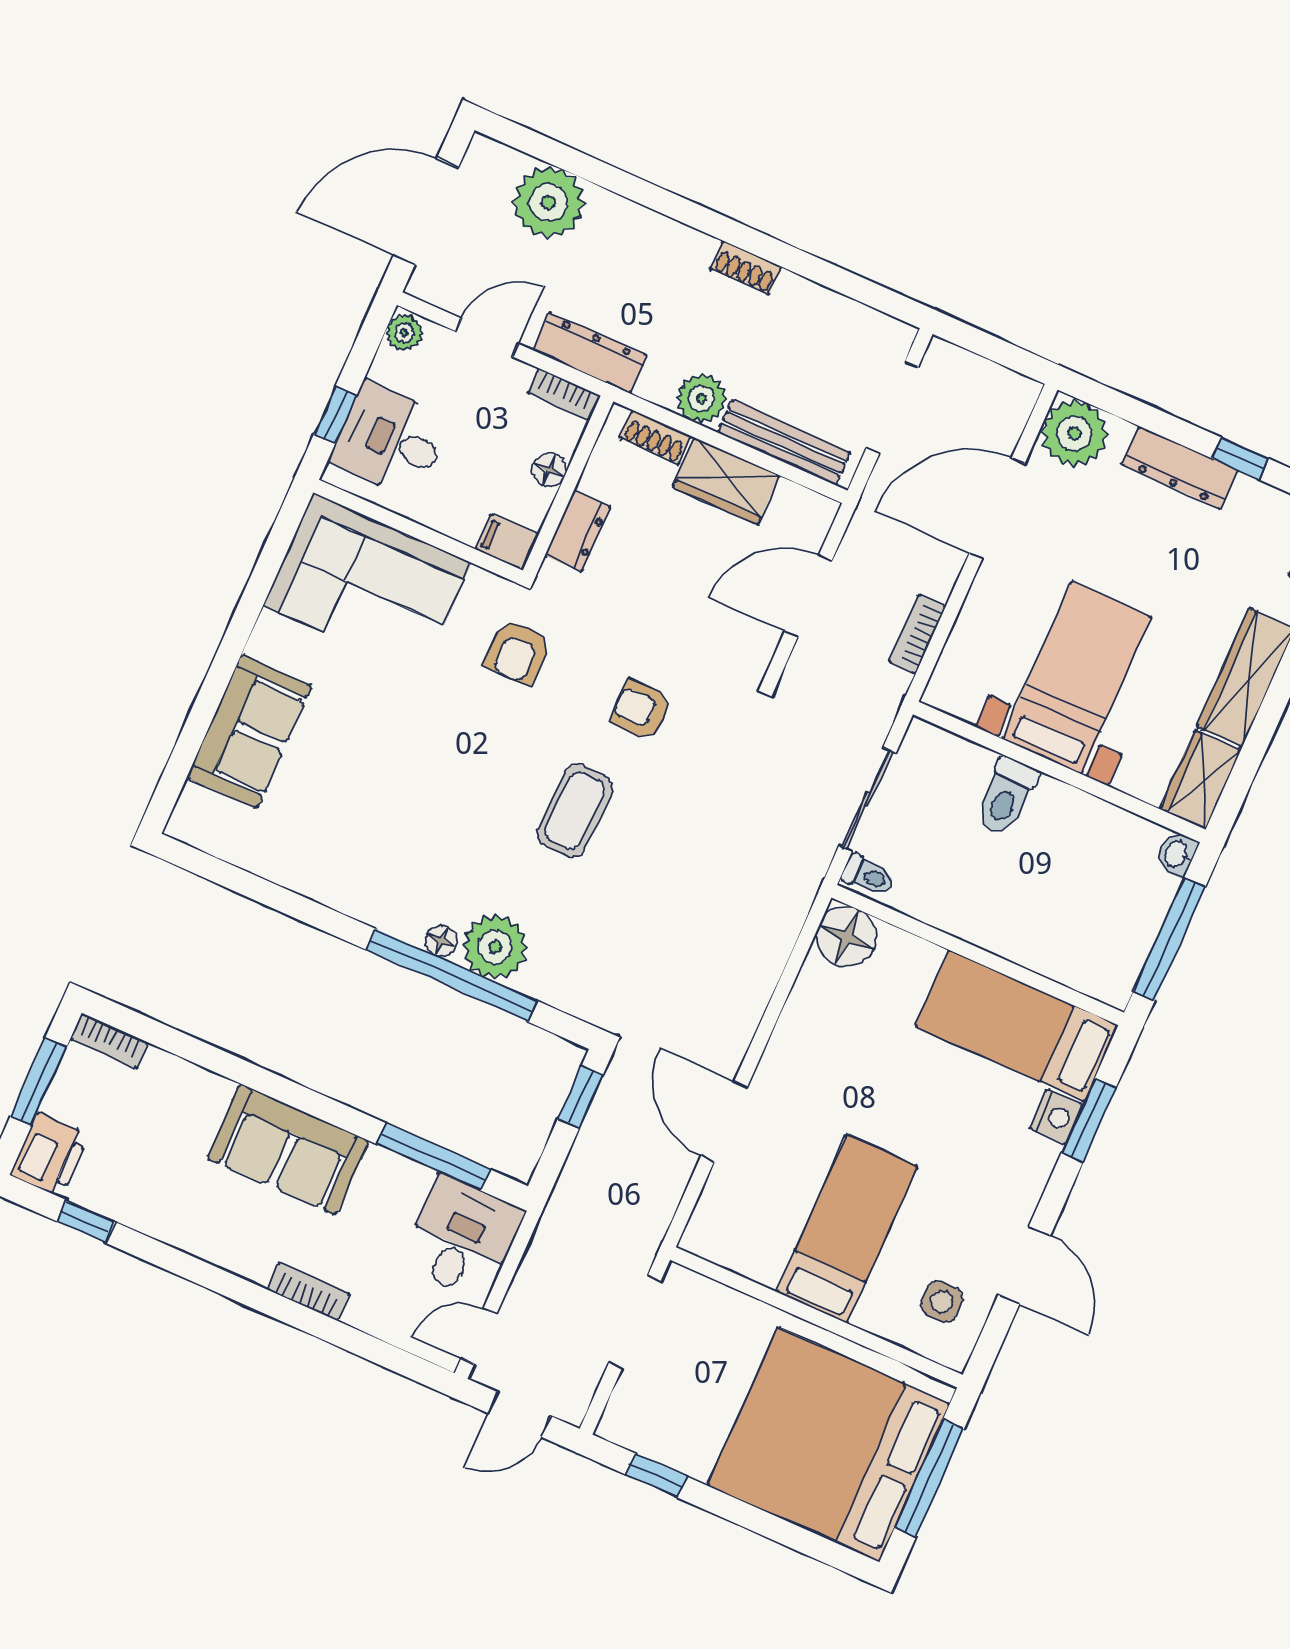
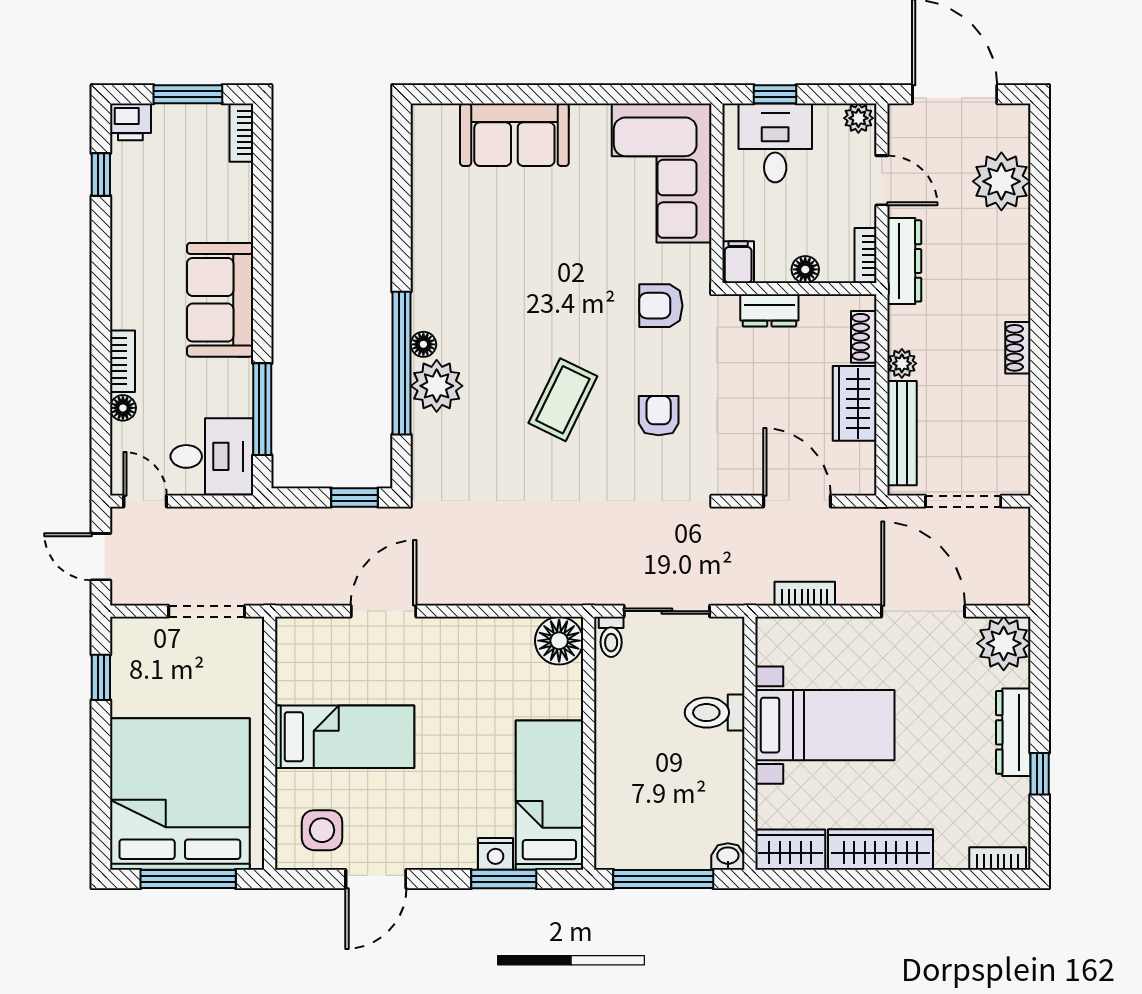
plant: (701, 398) -> (902, 363), width x0.73, depth x0.73
coffee table: (575, 811) -> (563, 400), turned -66
printer: (49, 1155) -> (130, 122), width x0.73, depth x0.81
side table: (942, 1302) -> (322, 830), width x1.37, depth x1.37
floor lamp: (362, 1314) -> (123, 408), added

